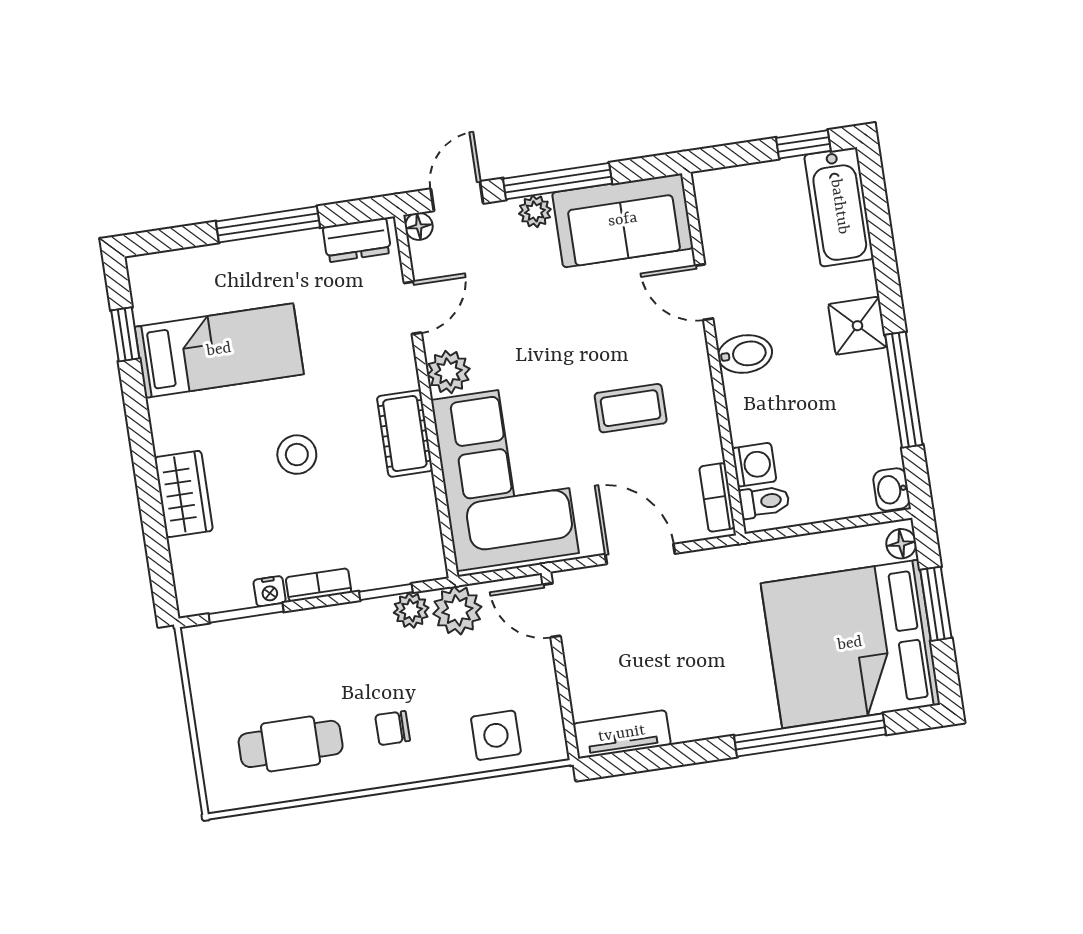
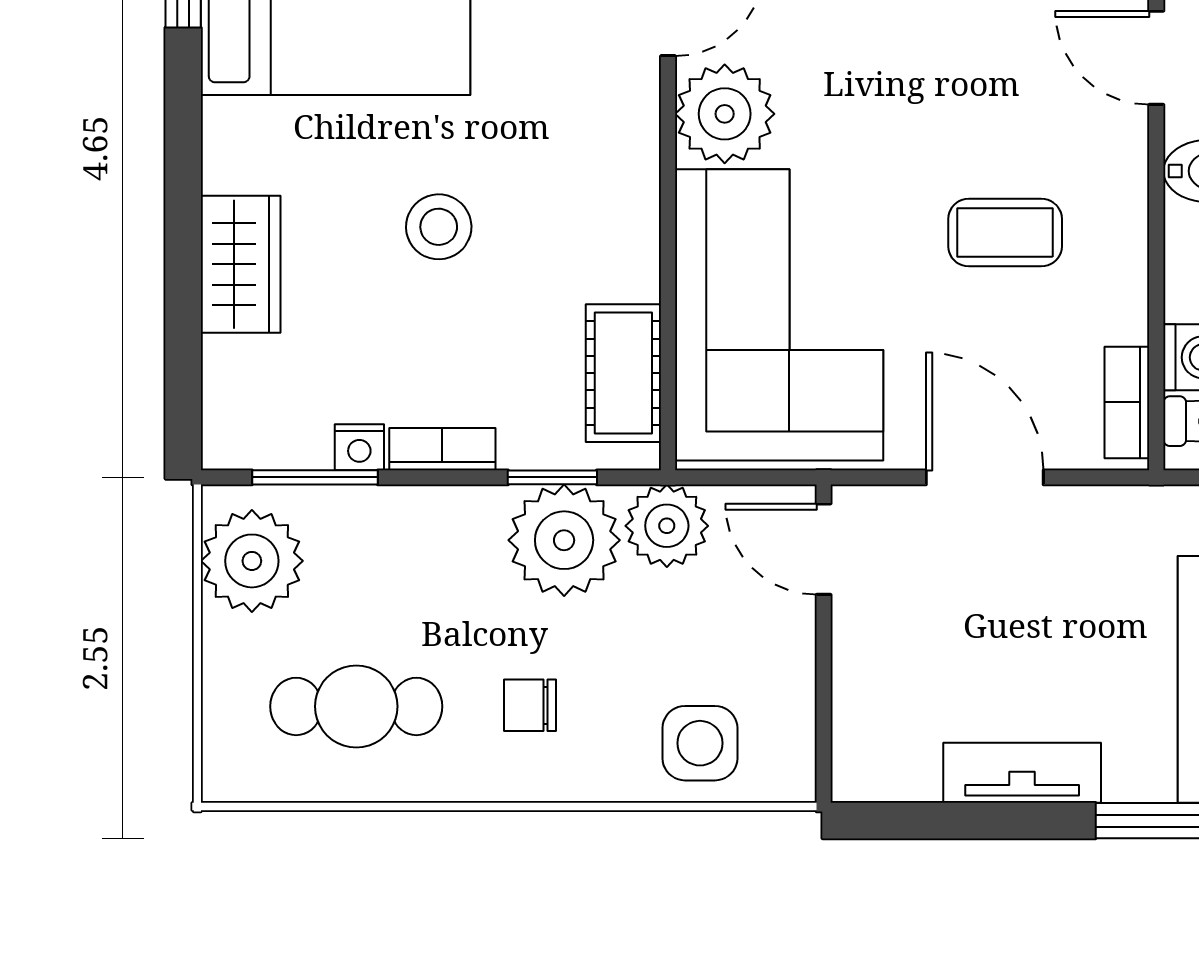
plant: (449, 372) -> (725, 114), width x1.36, depth x1.36
cot: (405, 434) -> (623, 373), moved
plant: (411, 610) -> (564, 540), width x1.87, depth x1.87
plant: (216, 668) -> (252, 561), added
tv unit: (622, 734) -> (1022, 773), moved

